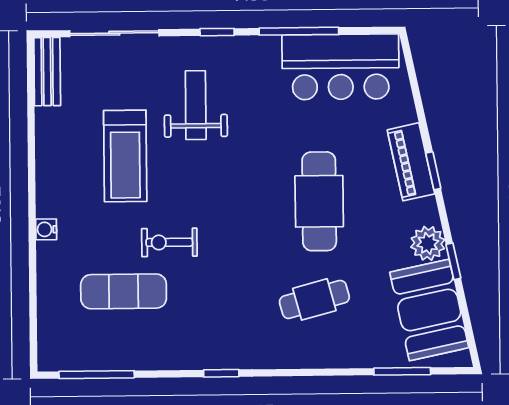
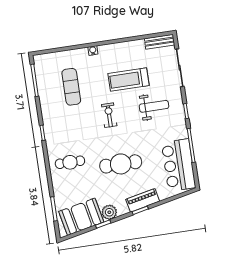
exercise bike: (169, 242) -> (109, 115), moved
cafe table: (314, 299) -> (70, 162), moved, turned -75

